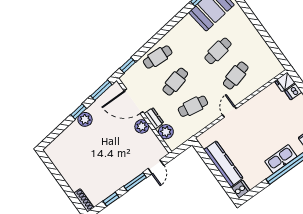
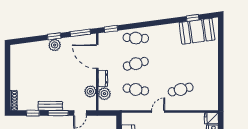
cafe table: (218, 51) -> (181, 64), removed
plant: (142, 126) -> (90, 91), moved
bench: (123, 180) -> (50, 106), added

